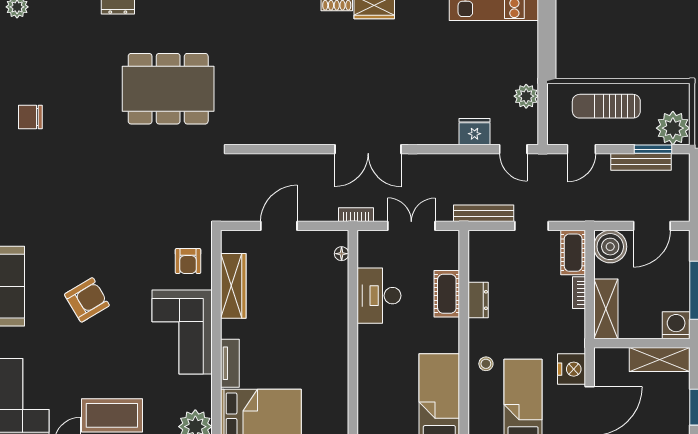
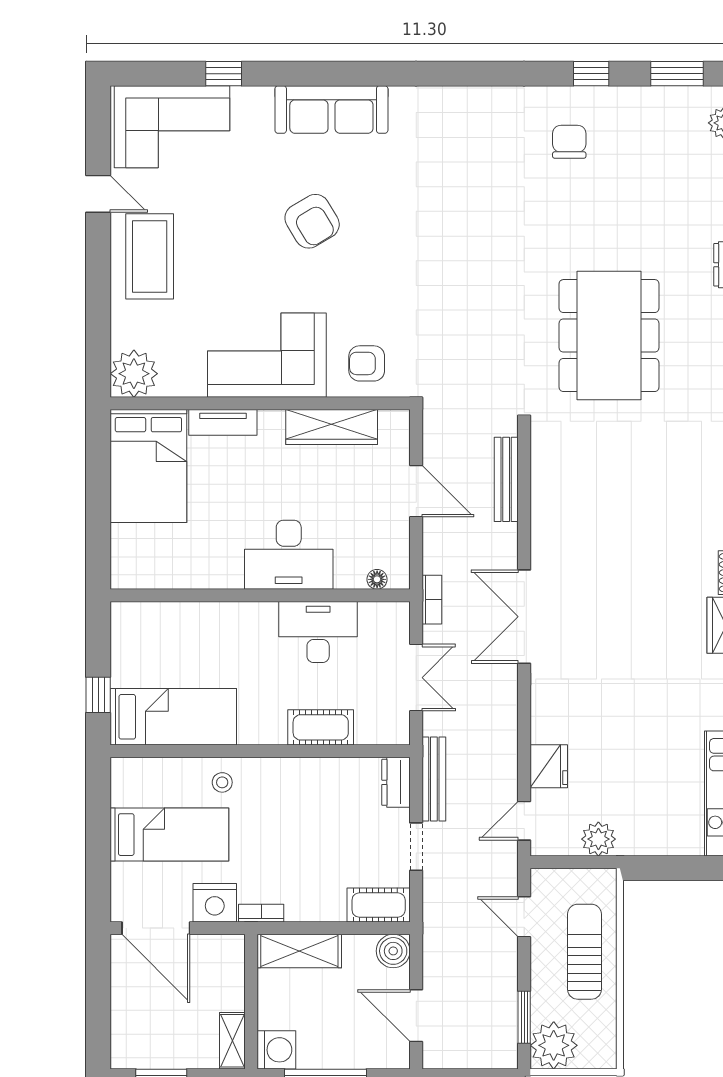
bench: (641, 162) -> (506, 479), moved
boiler: (610, 247) -> (393, 951), width x0.73, depth x0.73
bookcase: (579, 293) -> (261, 913), moved
dresser: (478, 300) -> (396, 782), moved, turned 90
desk: (324, 316) -> (289, 555), added
shelving: (660, 360) -> (232, 1041), width x0.67, depth x0.75

